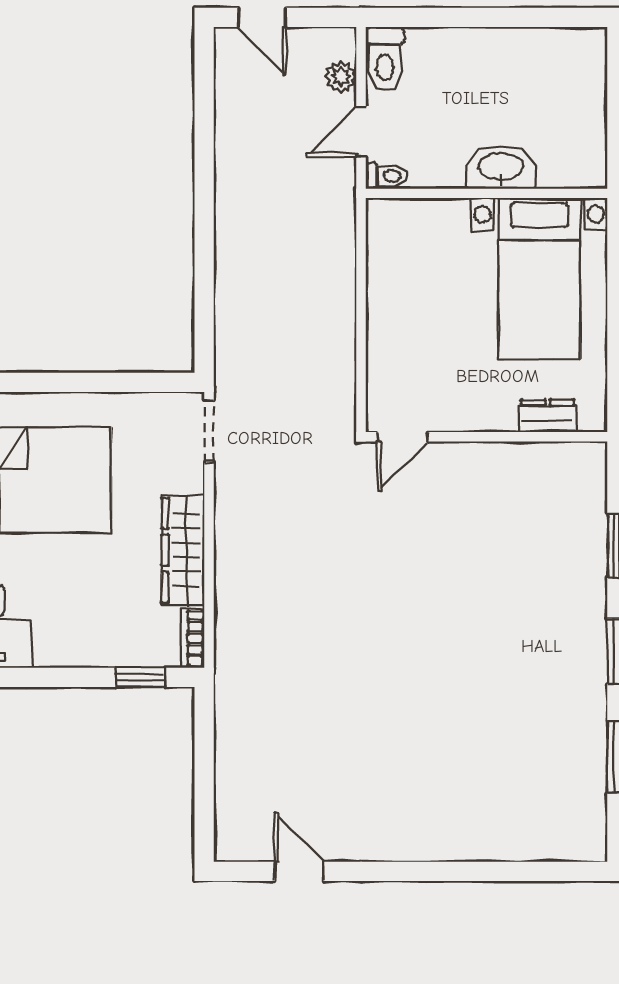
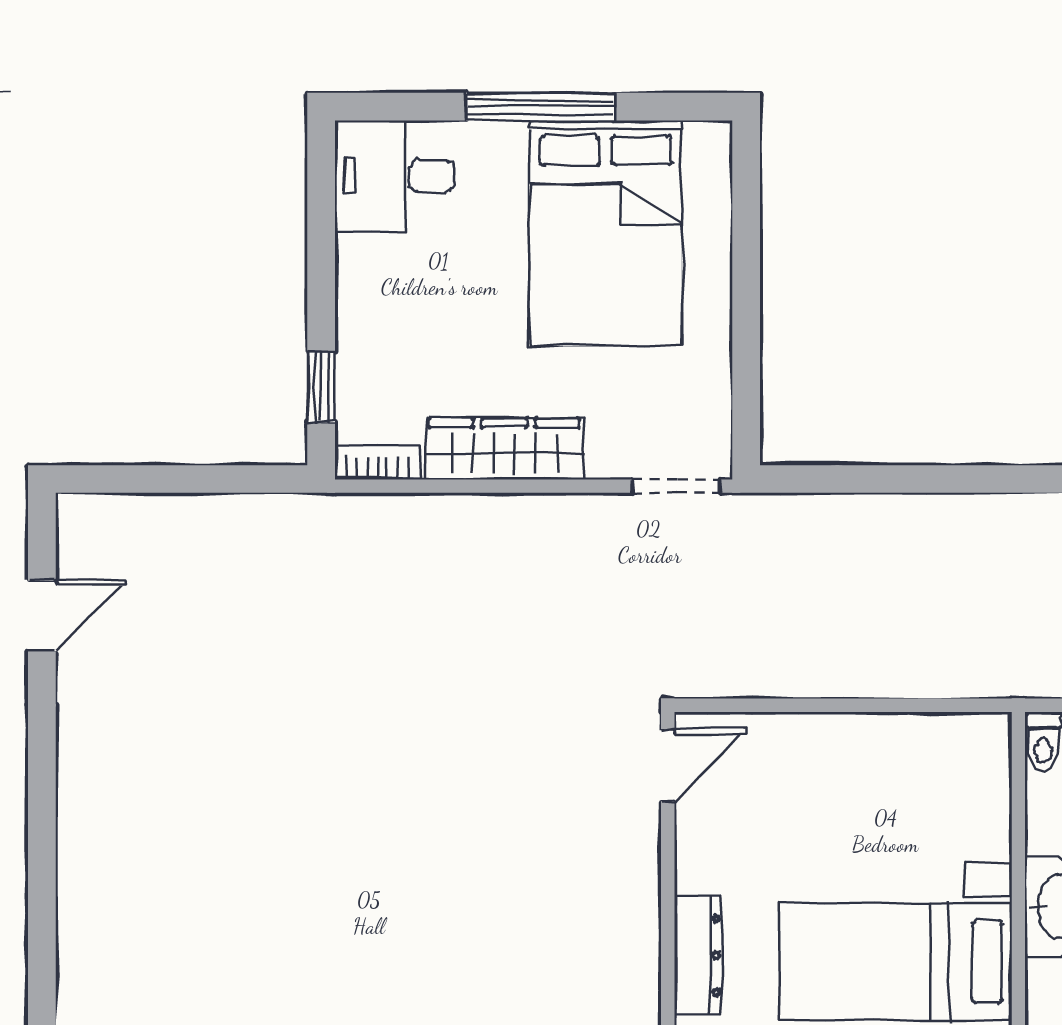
dresser: (547, 416) -> (698, 956), width x1.44
door: (403, 437) -> (668, 765), swing flipped

